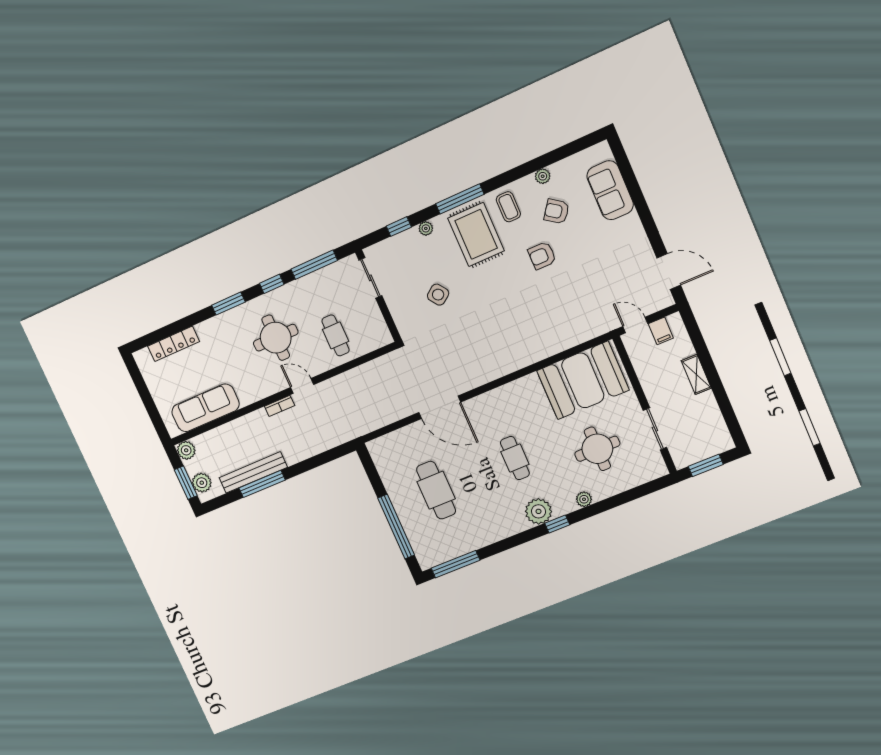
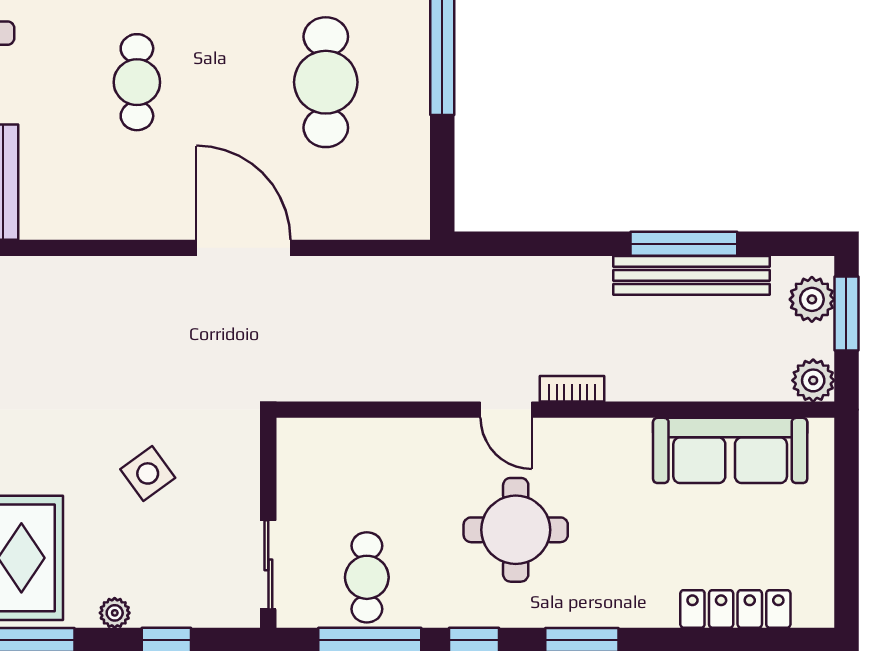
cafe table: (336, 335) -> (367, 577), moved

